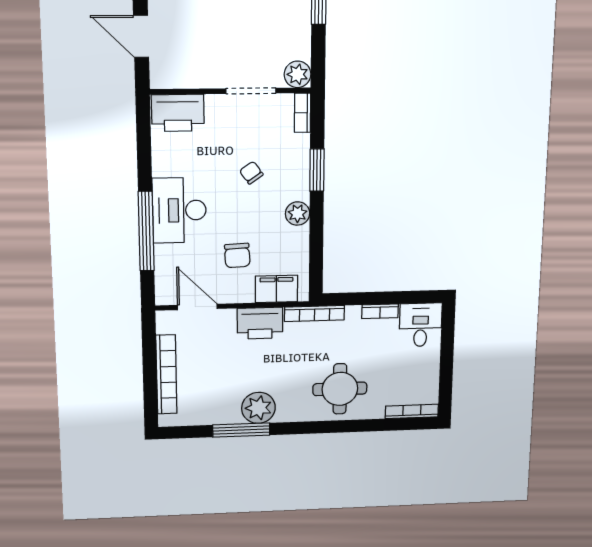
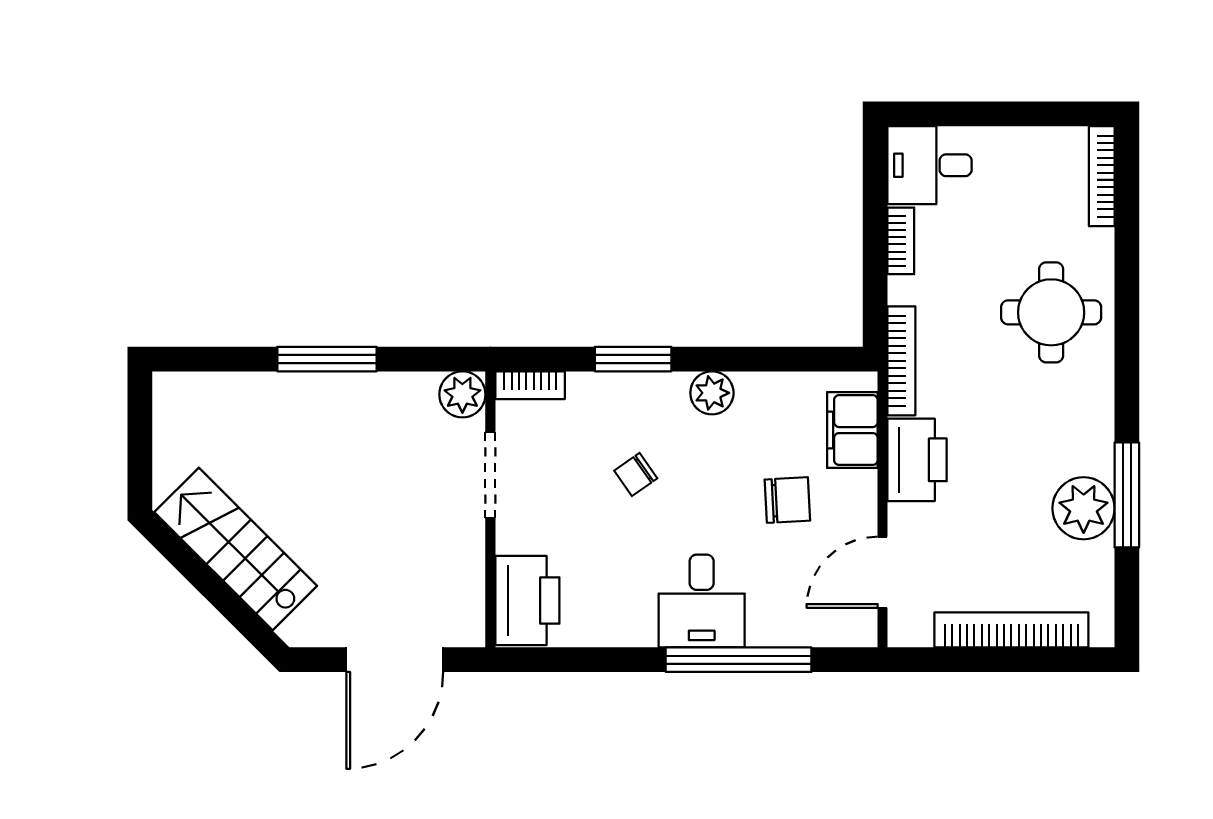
door: (141, 36) -> (395, 660), width x1.36
desk: (179, 210) -> (702, 601), width x0.73
plant: (258, 408) -> (1084, 508), moved

